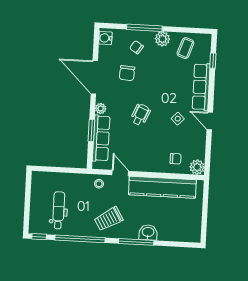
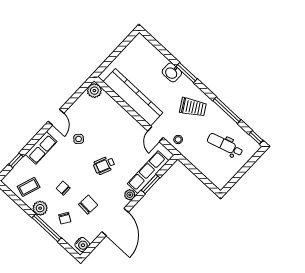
row of seats: (201, 87) -> (41, 148), width x0.68
chair: (176, 159) -> (63, 188), moved
dental chair: (59, 210) -> (225, 145), turned 73
window: (80, 239) -> (227, 110), width x0.68
window: (136, 242) -> (187, 73), width x0.69

